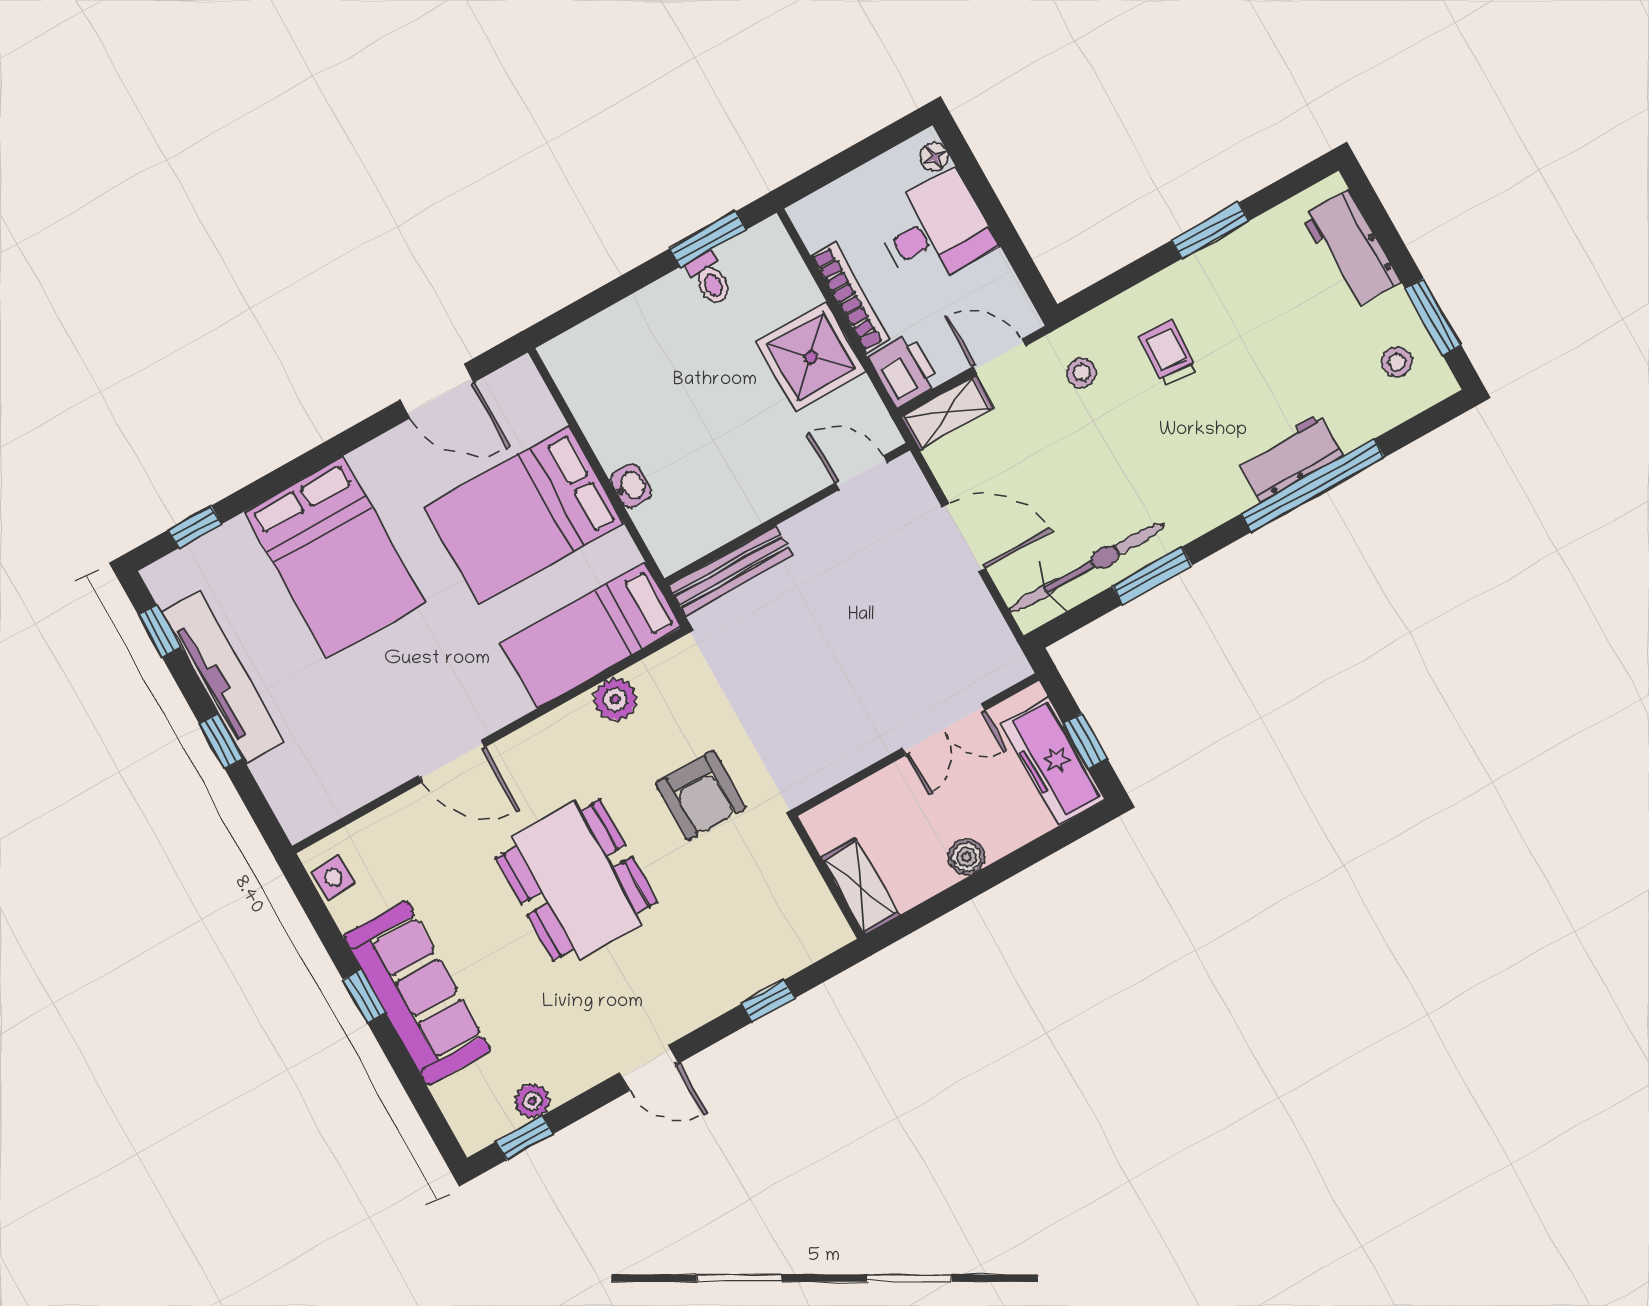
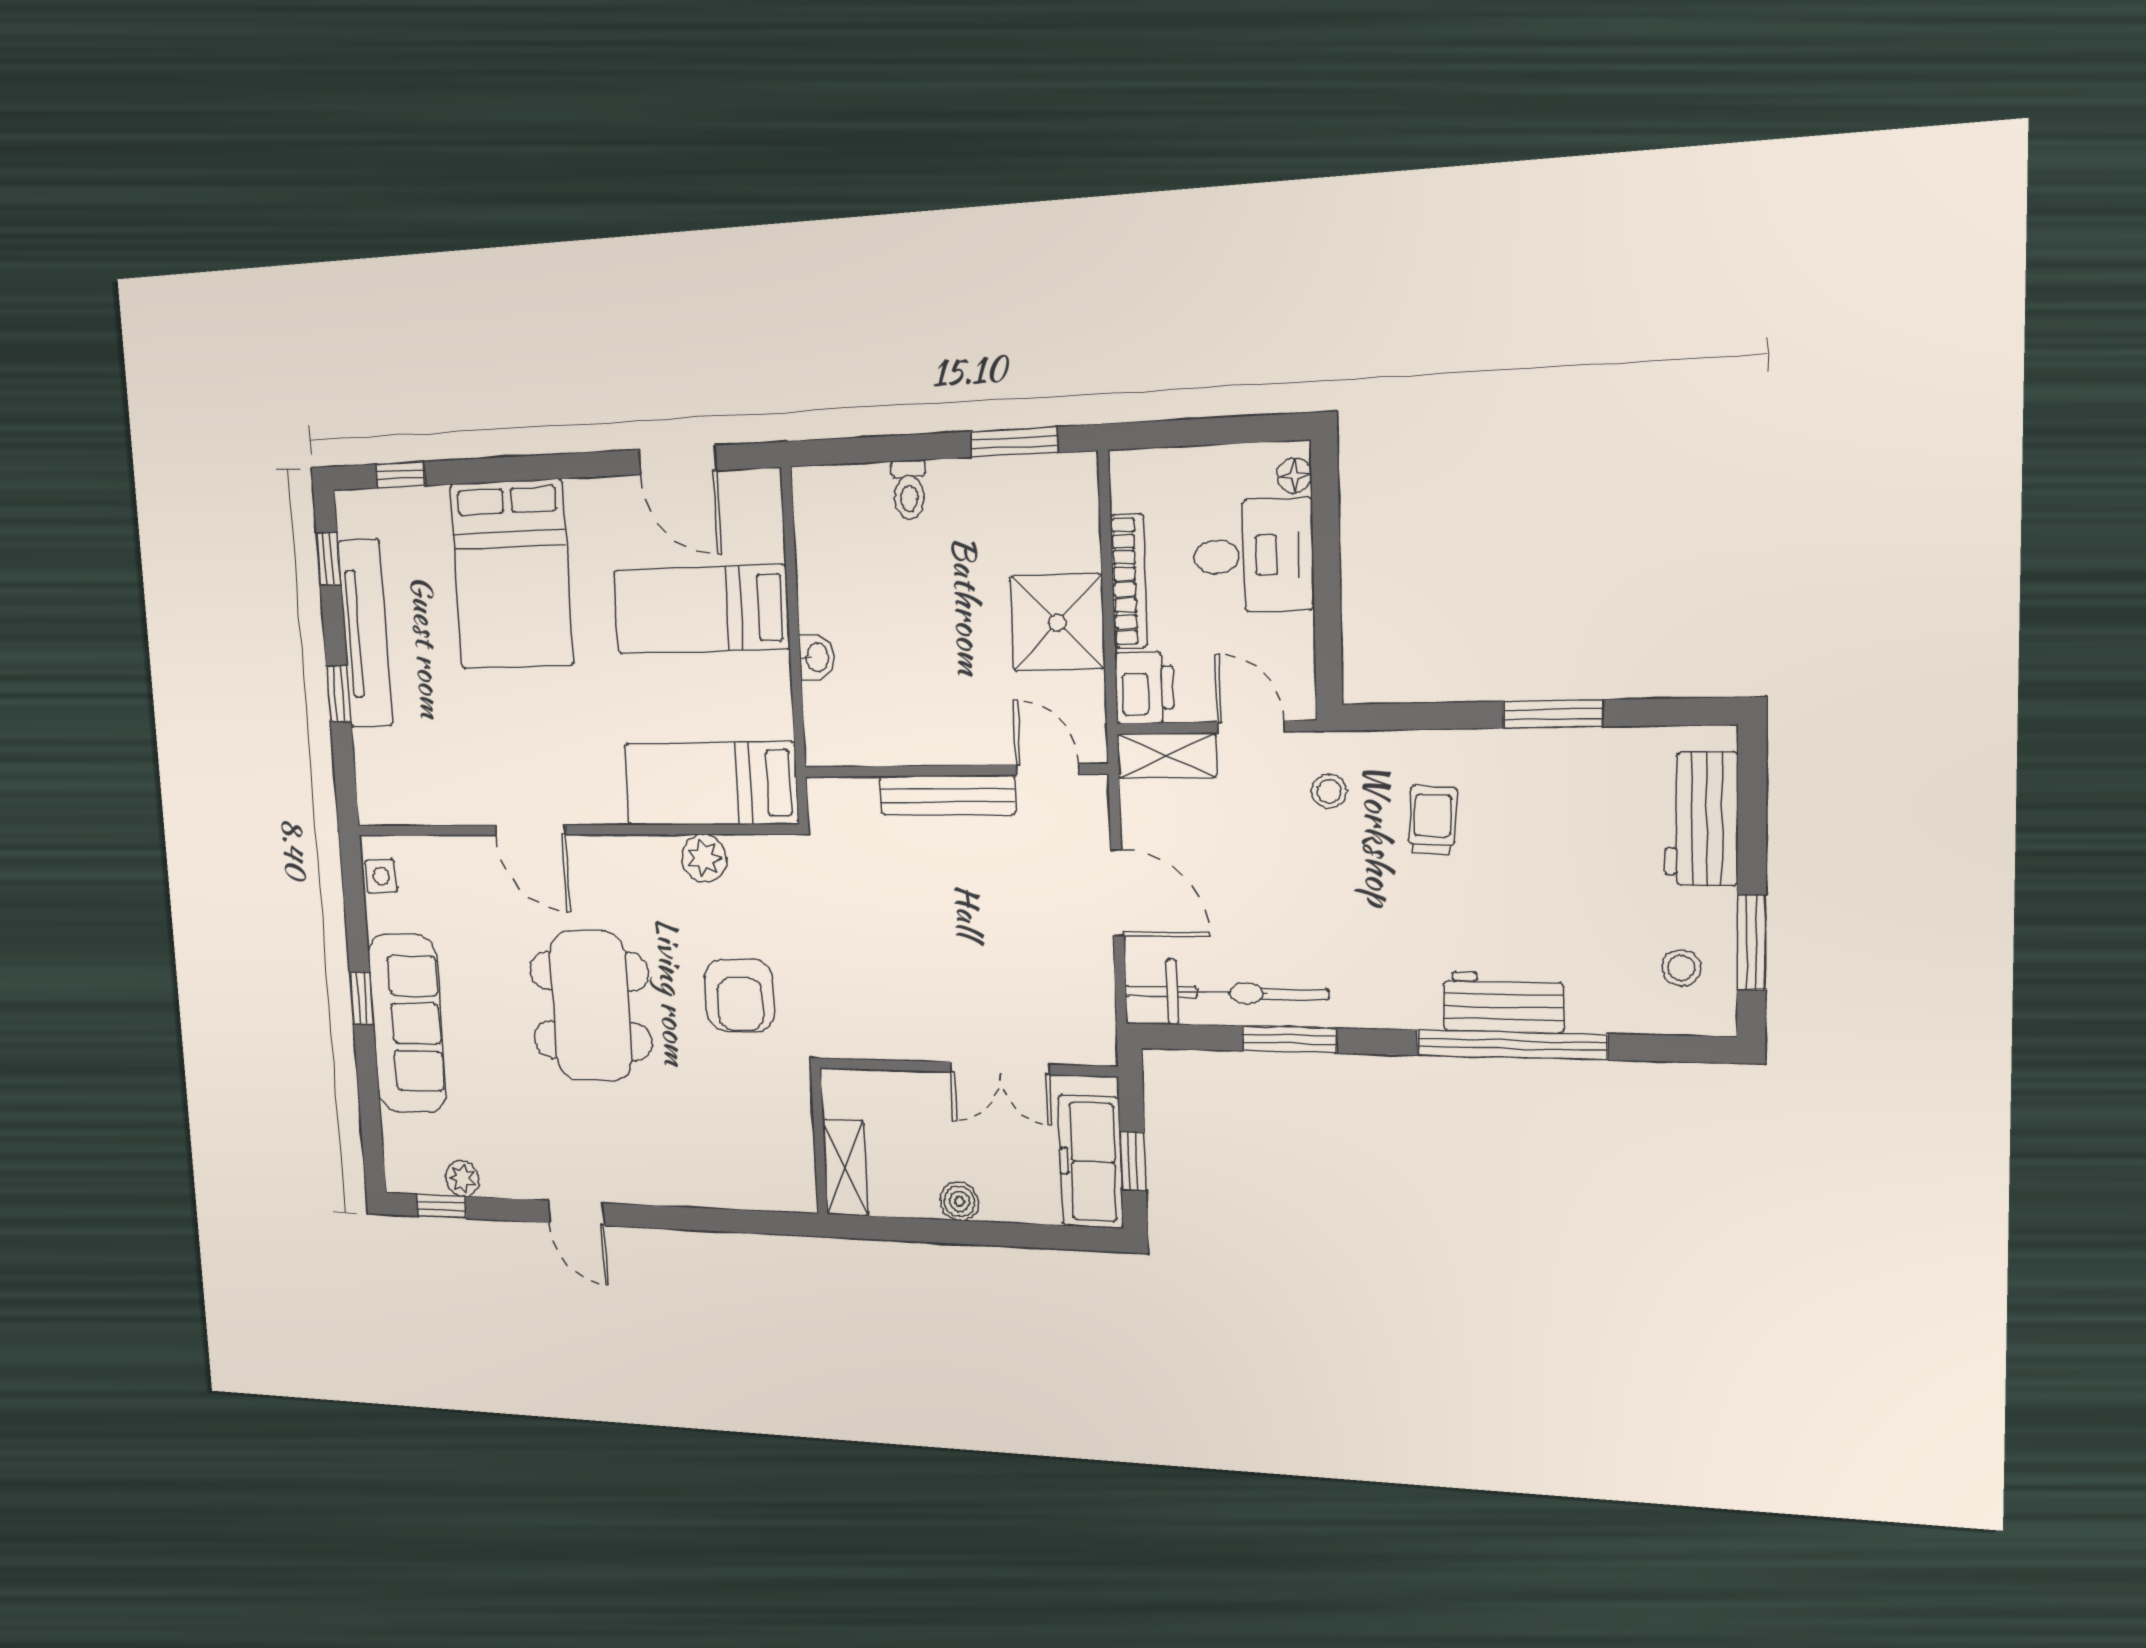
toilet: (710, 279) -> (909, 490), moved
bed: (524, 515) -> (701, 609), width x0.67
bench: (731, 571) -> (947, 795), moved
window: (768, 1001) -> (710, 1220), removed

